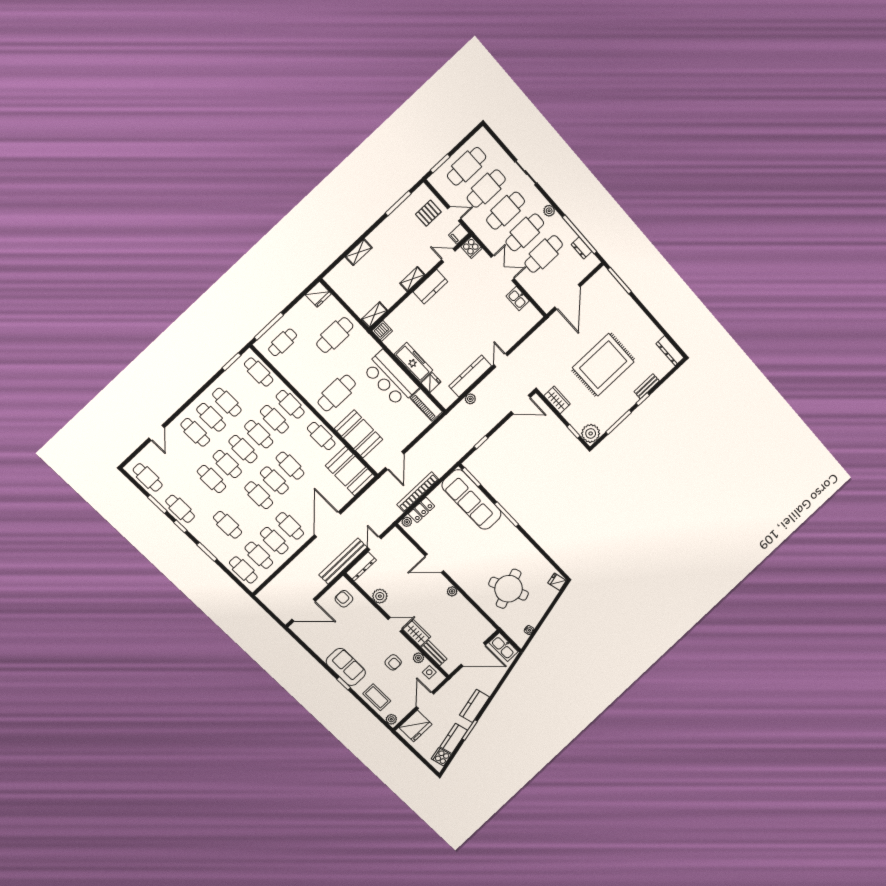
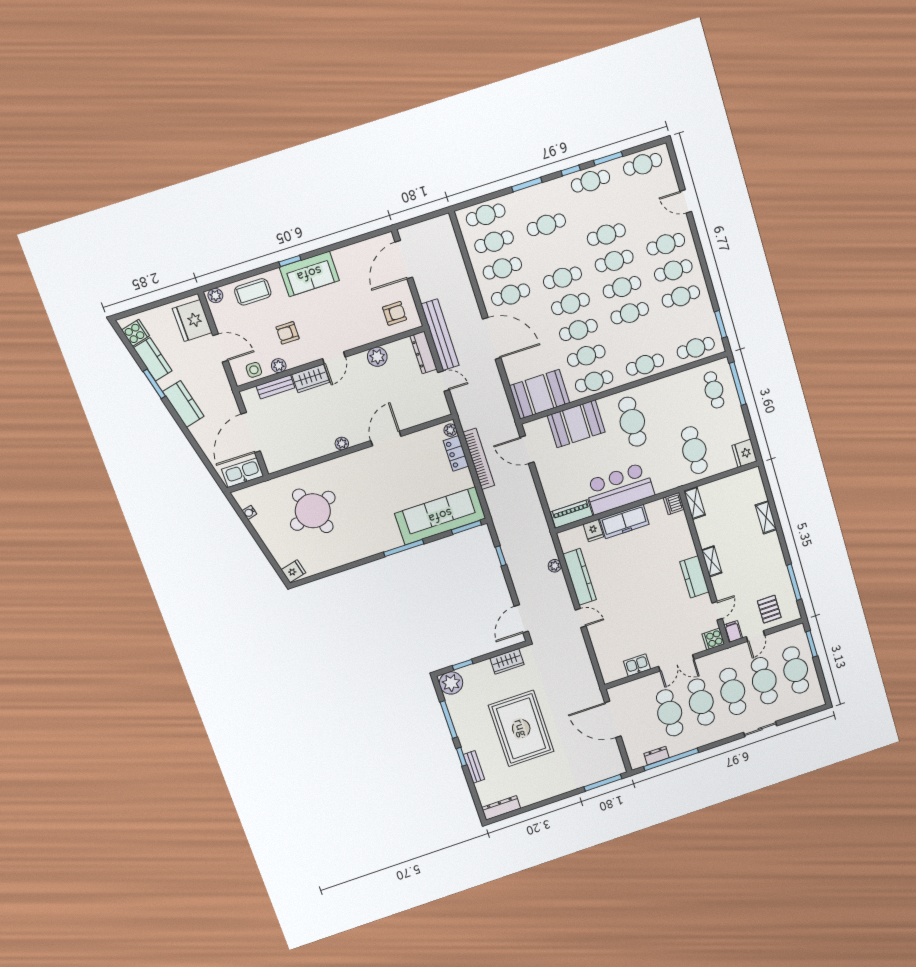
plant: (549, 211) -> (711, 737), removed
cafe table: (274, 419) -> (586, 356), moved

